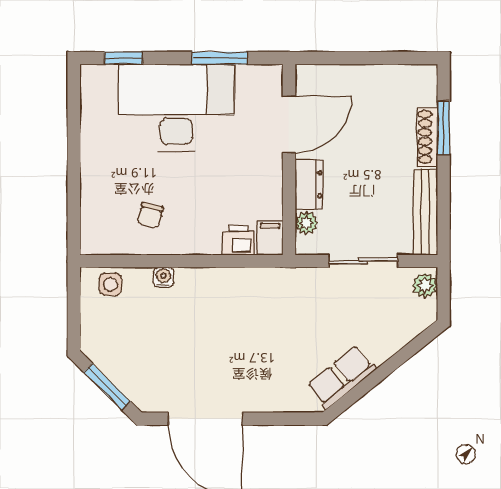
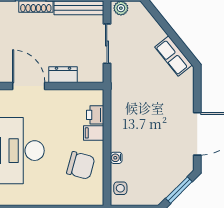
chair: (150, 215) -> (81, 165), width x1.87, depth x1.87
plant: (306, 223) -> (85, 76), removed
filing cabinet: (270, 238) -> (94, 133), moved

